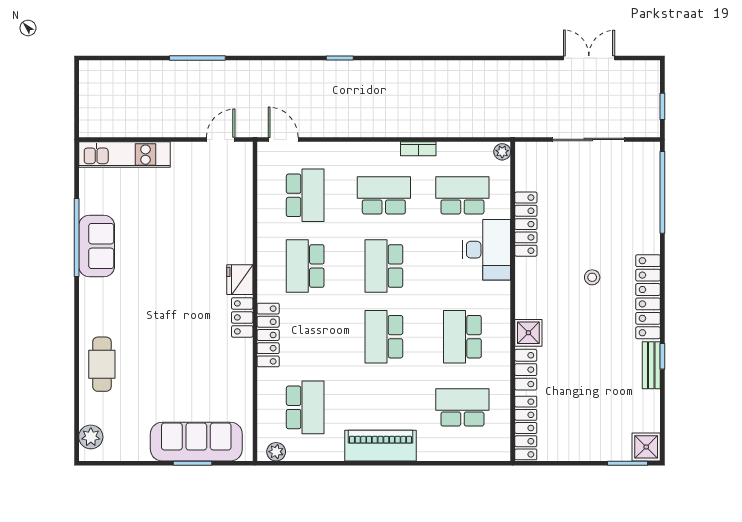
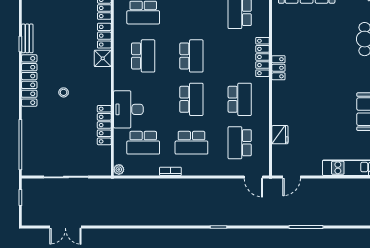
fridge: (240, 280) -> (280, 135), moved

